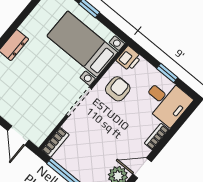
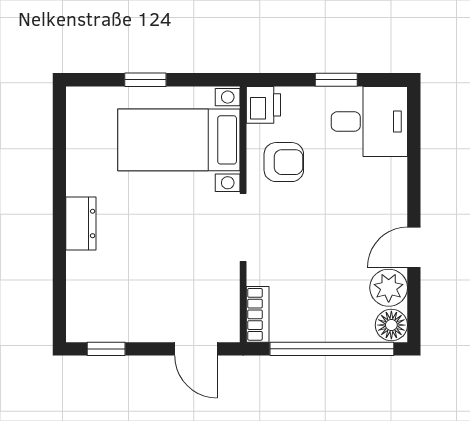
armchair: (118, 89) -> (284, 162), turned 90
bookcase: (157, 137) -> (397, 184), removed

